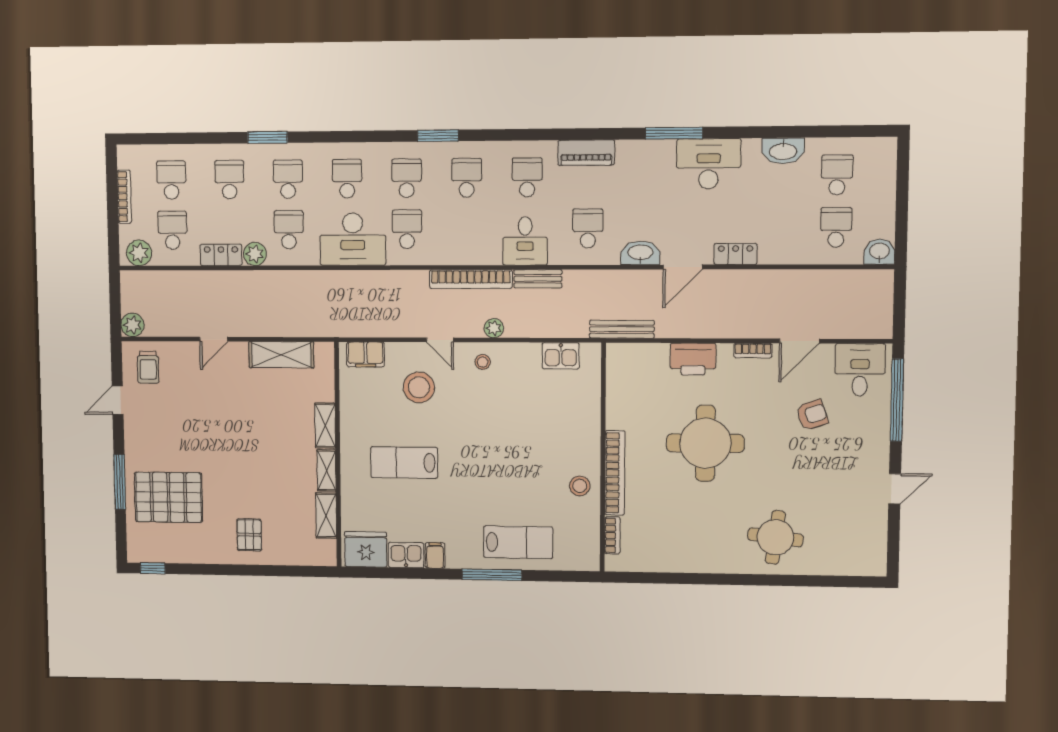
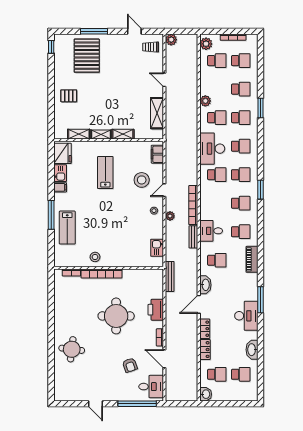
locker: (221, 255) -> (205, 350), moved
door: (683, 267) -> (199, 304), hinge flipped

